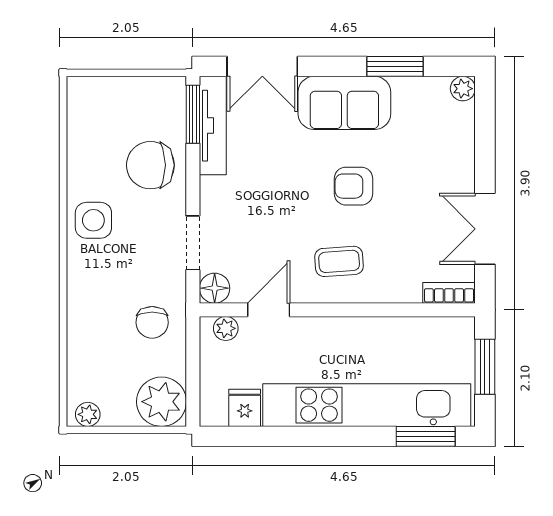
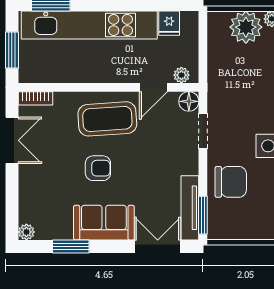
coffee table: (339, 261) -> (107, 119), width x1.86, depth x1.72
chair: (152, 322) -> (230, 79), removed
plant: (162, 402) -> (246, 27), moved

